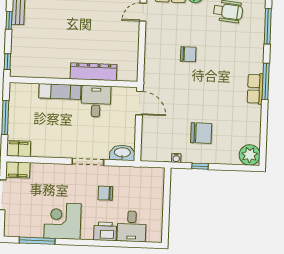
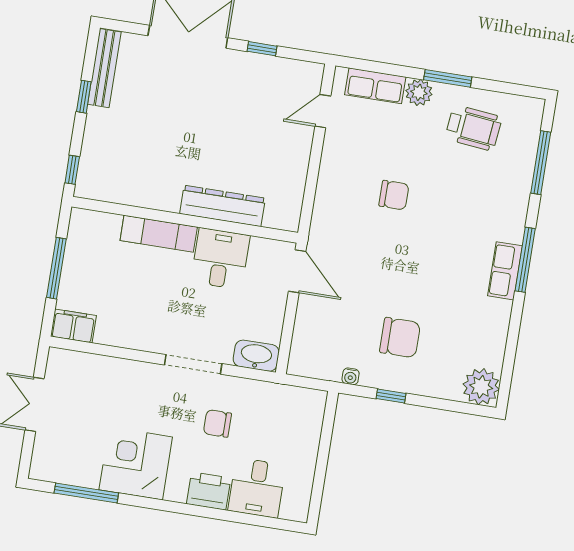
filing cabinet: (18, 170) -> (68, 363), removed

